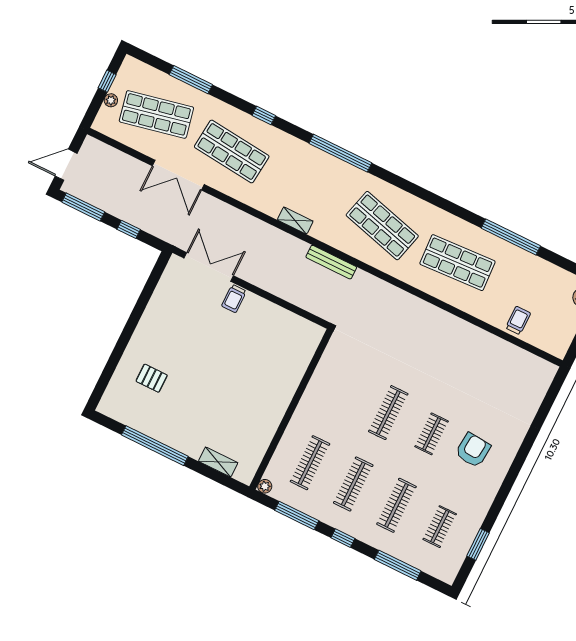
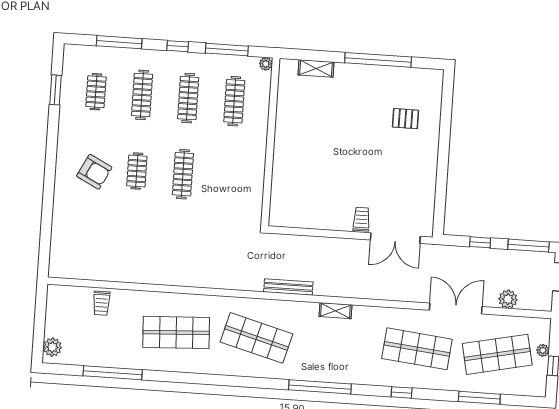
plant: (124, 163) -> (508, 299), added
window: (511, 237) -> (113, 373), moved
armchair: (473, 450) -> (94, 172), turned -68

